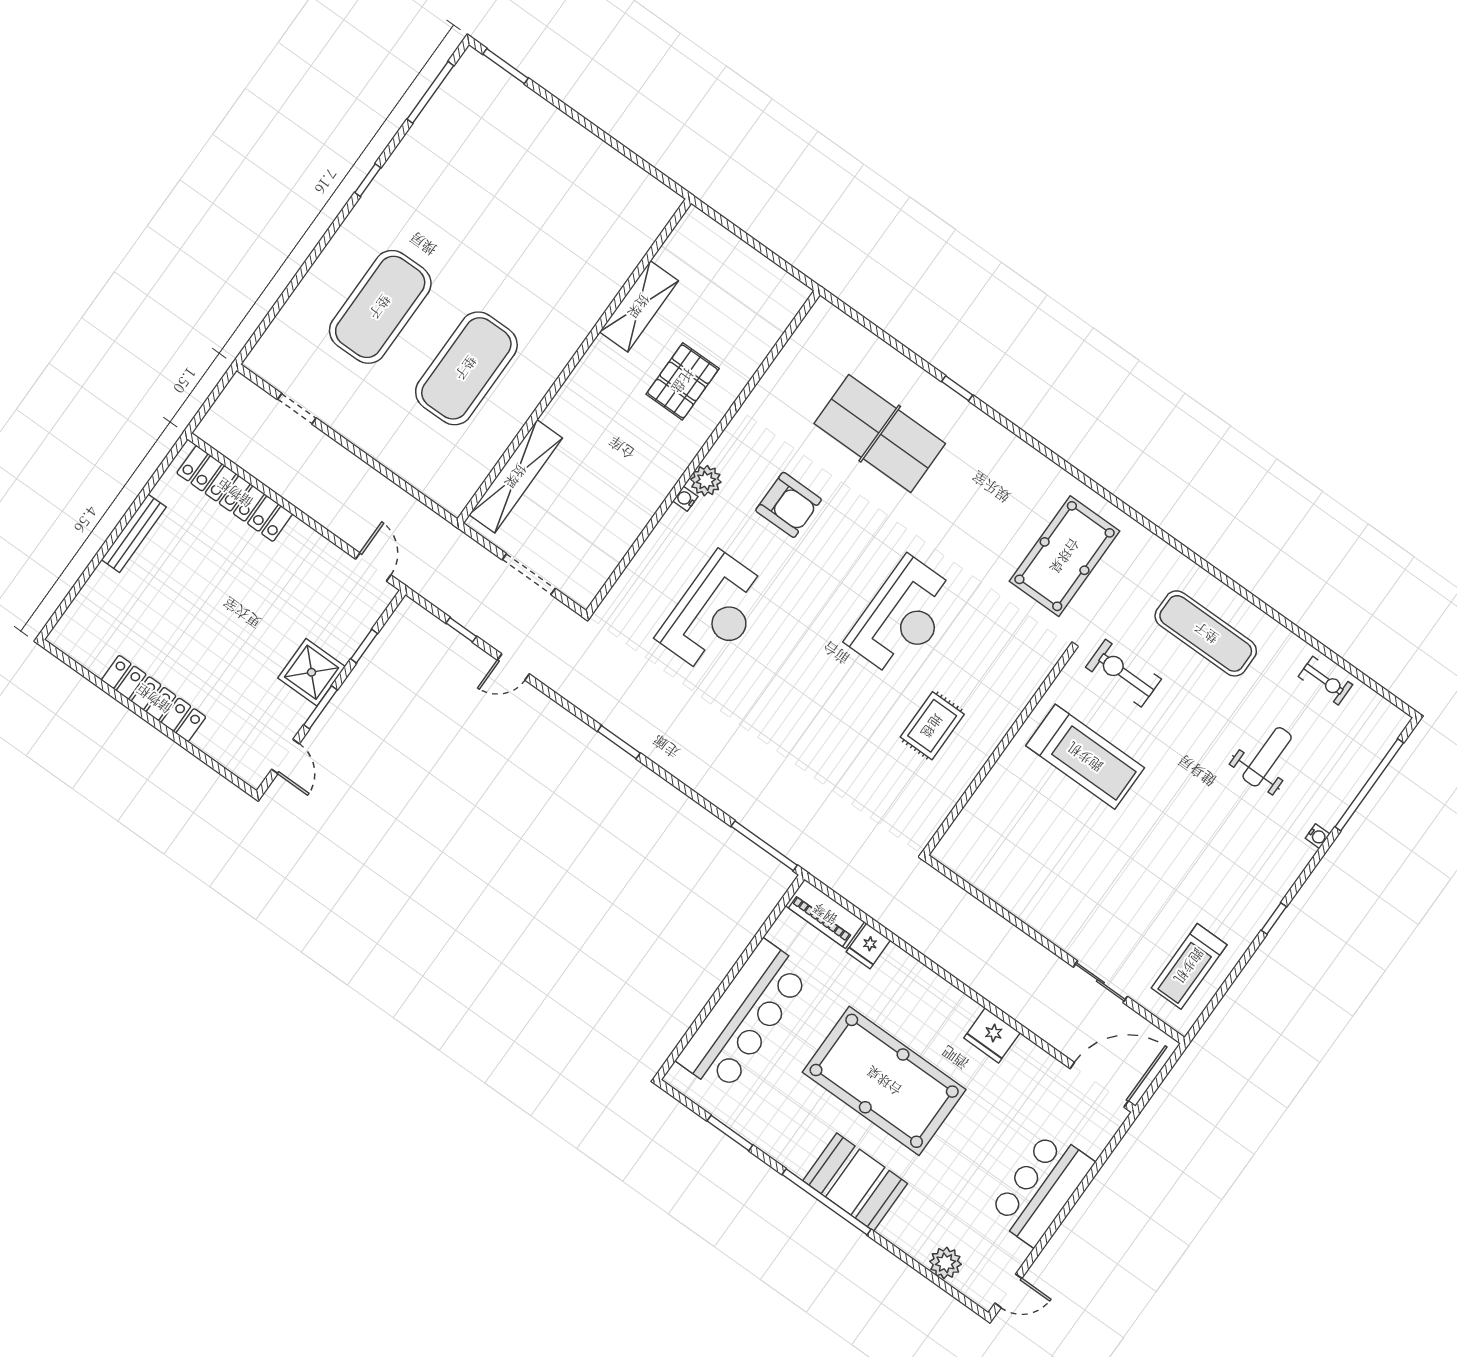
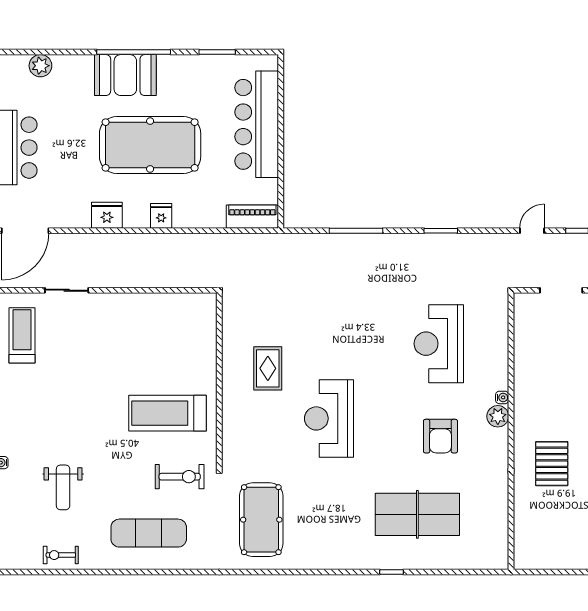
armchair: (789, 505) -> (440, 436), turned -90
window: (764, 846) -> (356, 231), moved
fridge: (868, 946) -> (161, 216), moved

